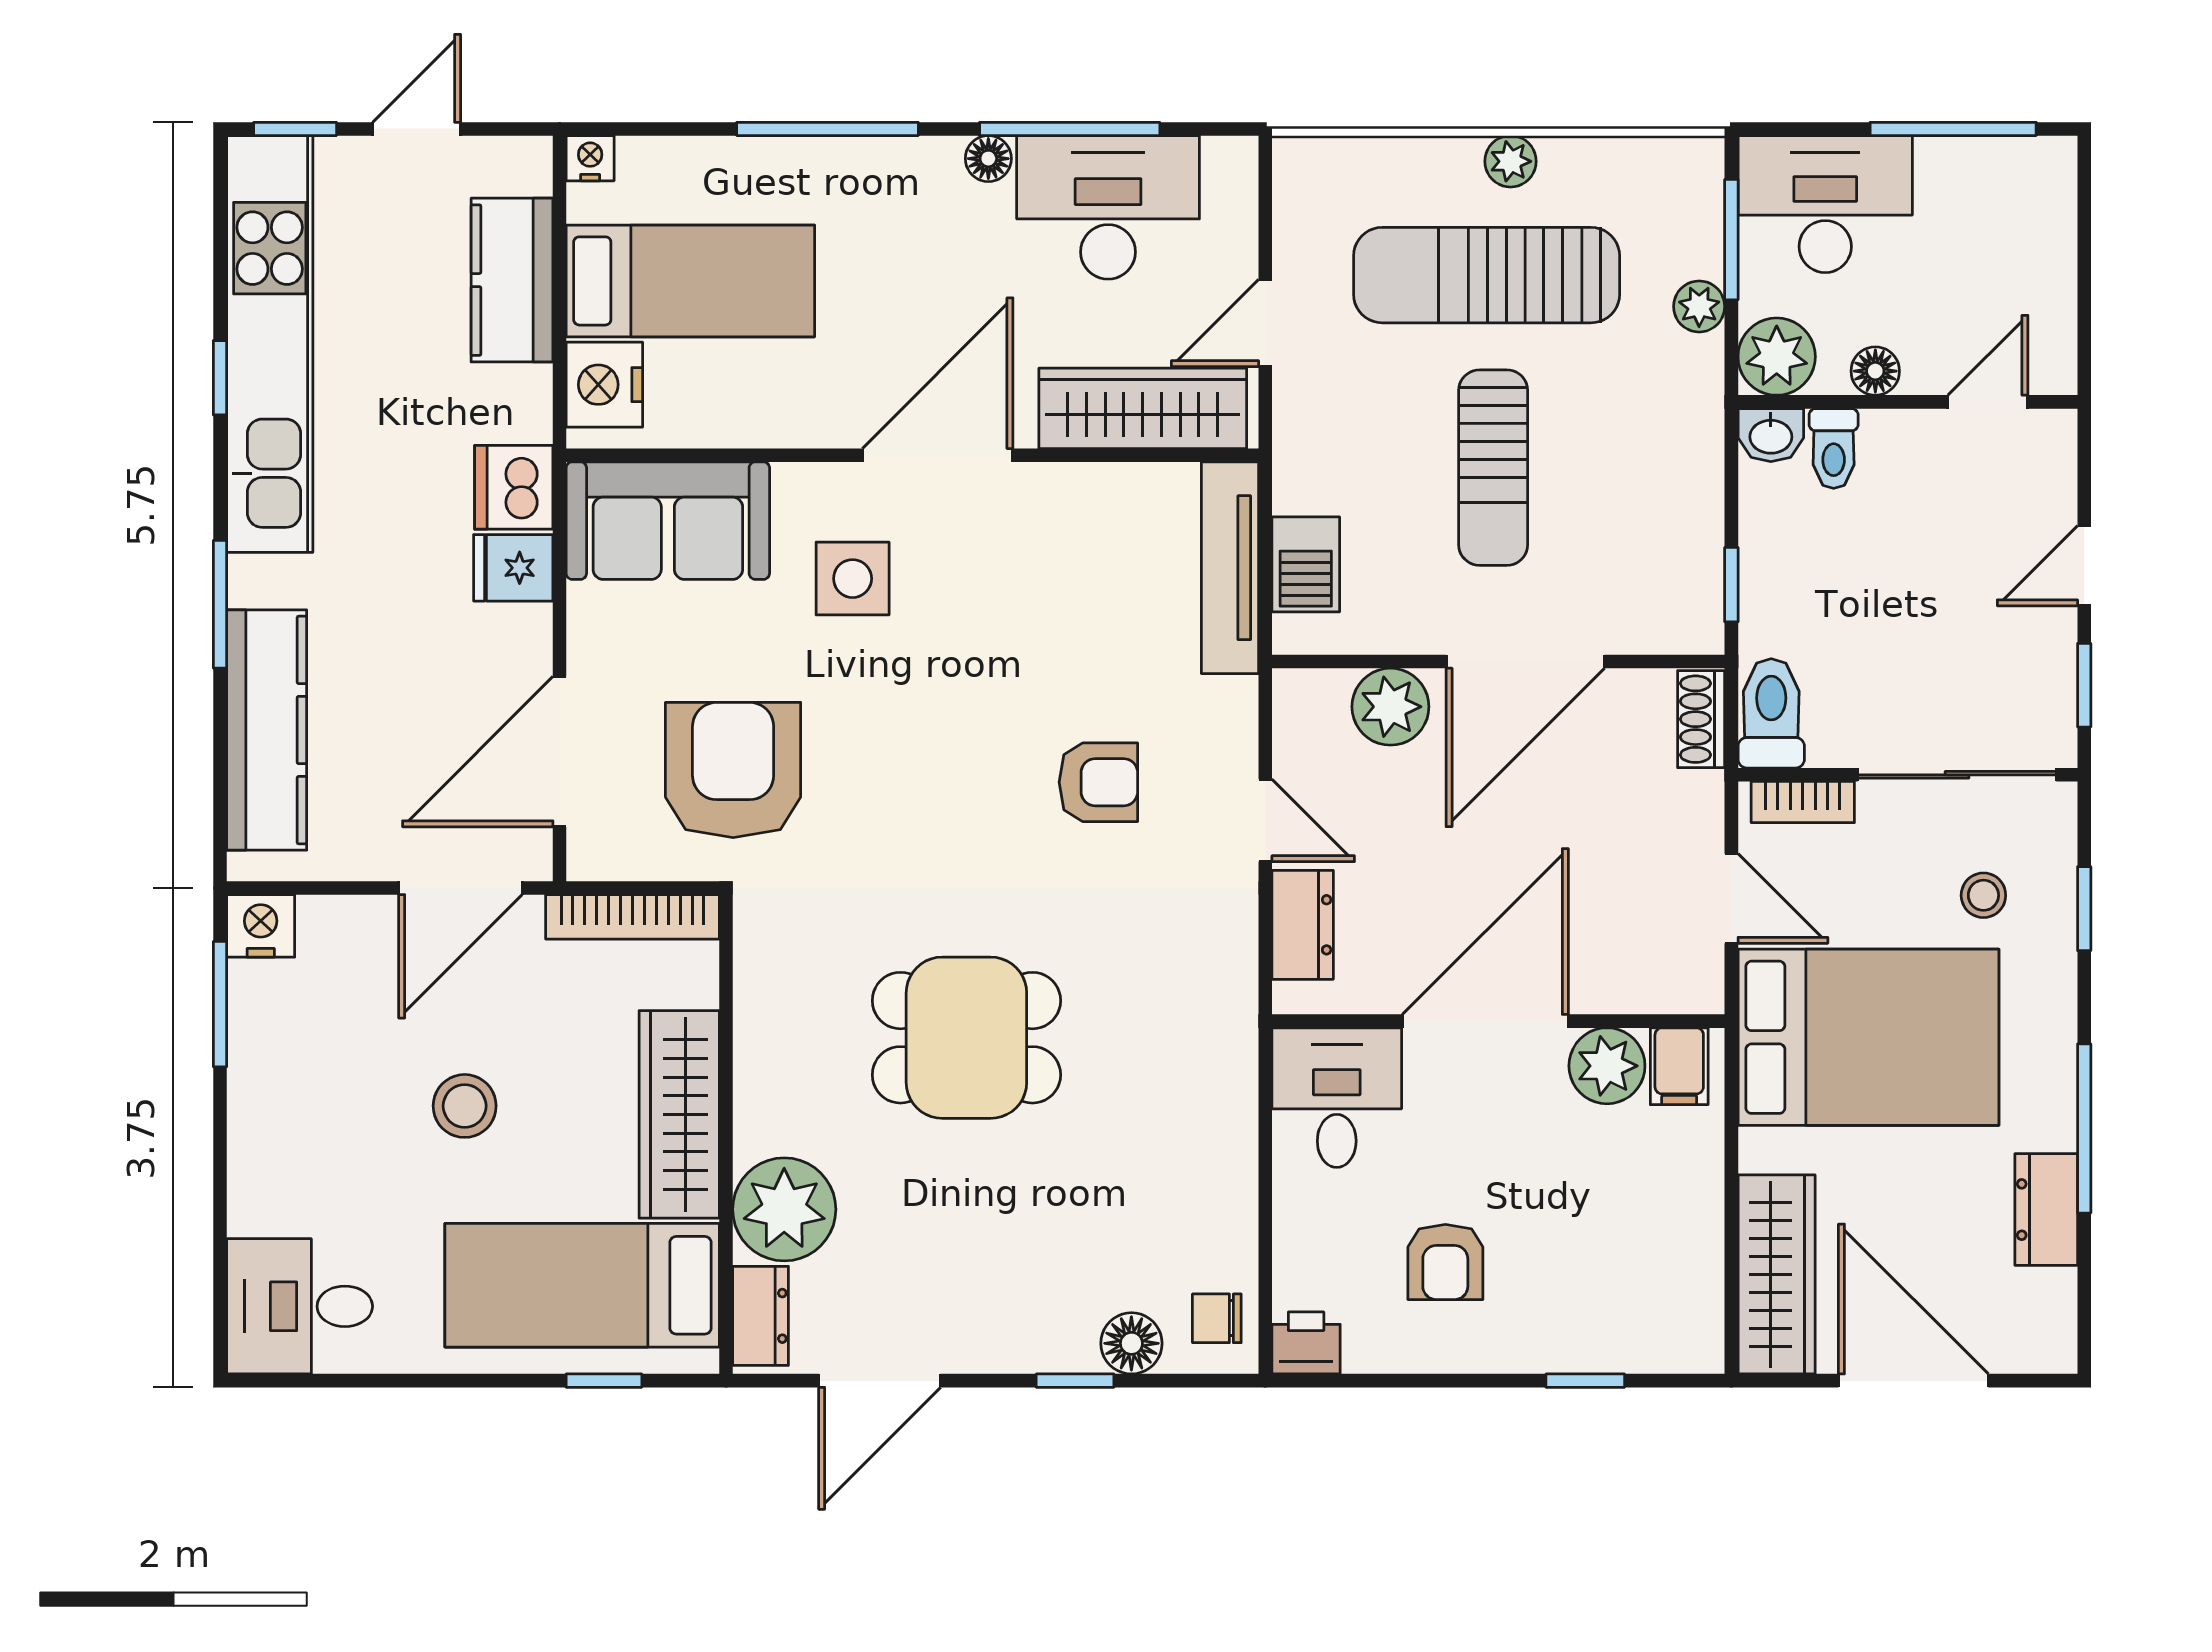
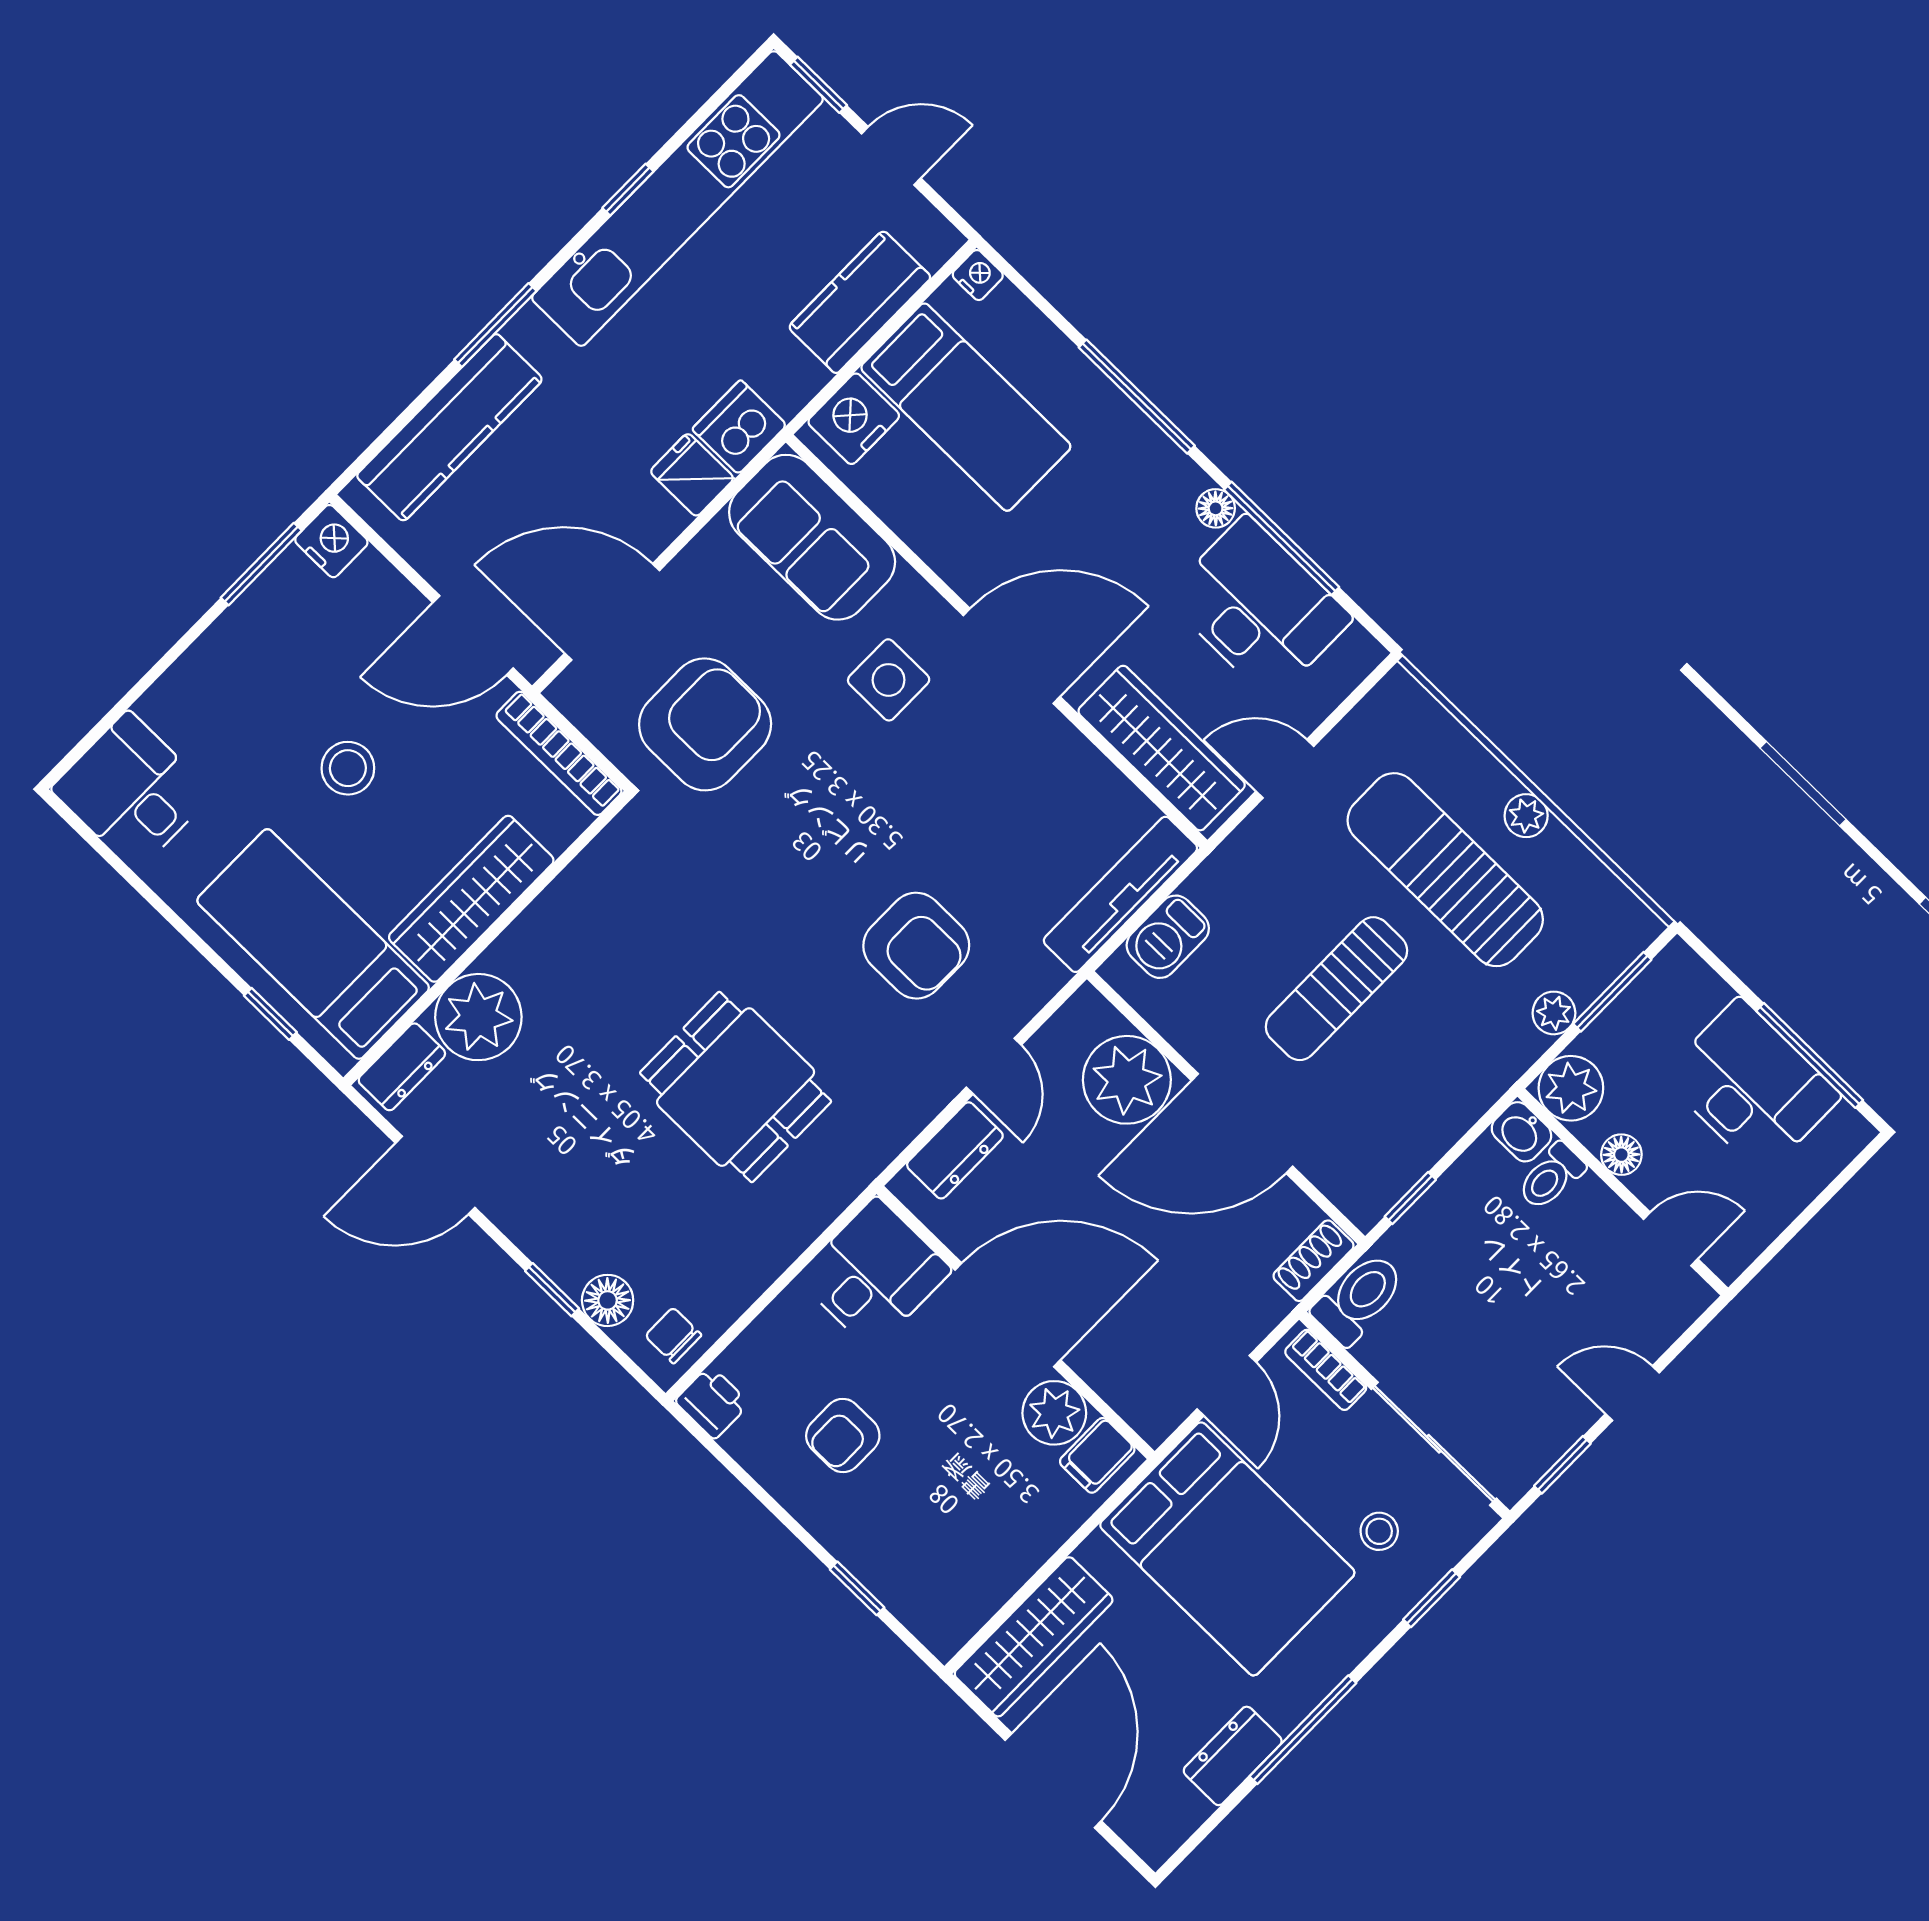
desk: (1825, 204) -> (1751, 1086), moved
plant: (1390, 707) -> (1127, 1080), width x1.36, depth x1.36
armchair: (1098, 782) -> (916, 946), width x1.38, depth x1.38
dining table: (966, 1038) -> (736, 1087), moved

